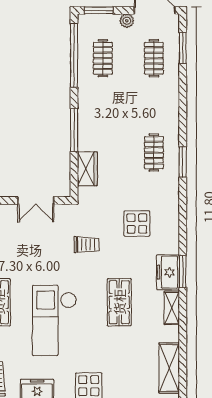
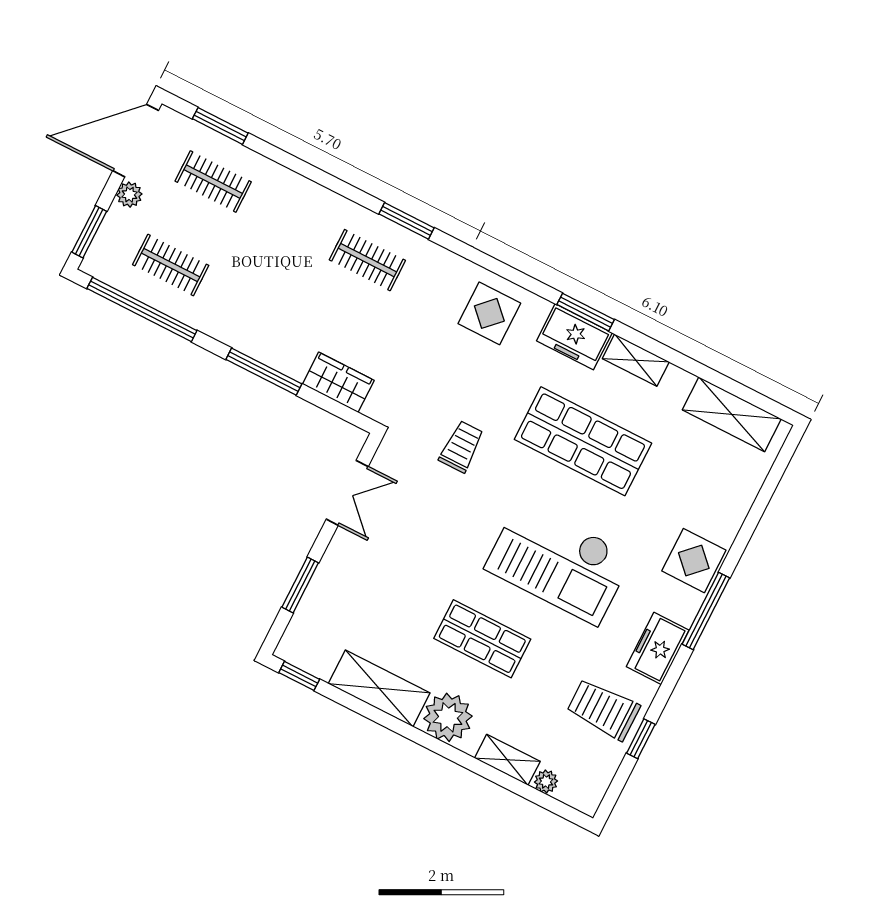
display table: (137, 224) -> (489, 313), moved
shop shelf: (119, 302) -> (583, 441), width x1.43, depth x1.36

